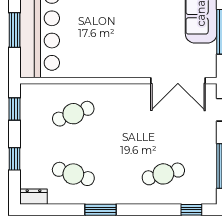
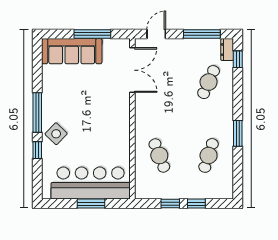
window: (14, 109) -> (170, 204), moved
cafe table: (163, 174) -> (209, 82), turned 39
dresser: (33, 197) -> (227, 50), moved

